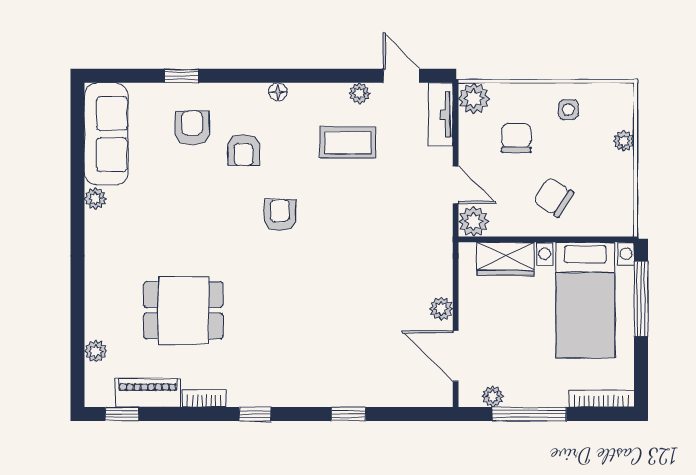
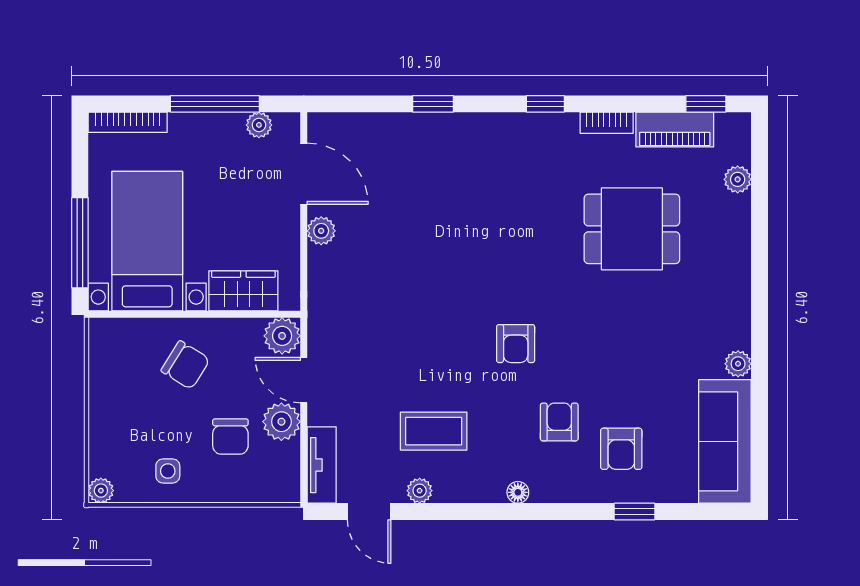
plant: (474, 98) -> (281, 422), moved
plant: (624, 141) -> (101, 491), moved

